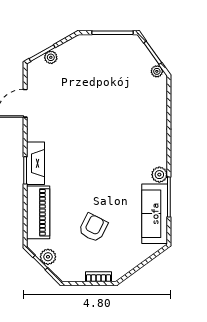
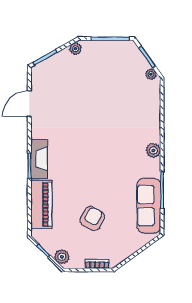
plant: (51, 57) -> (75, 49), moved
plant: (159, 175) -> (153, 150), moved
plant: (48, 257) -> (62, 257), moved

